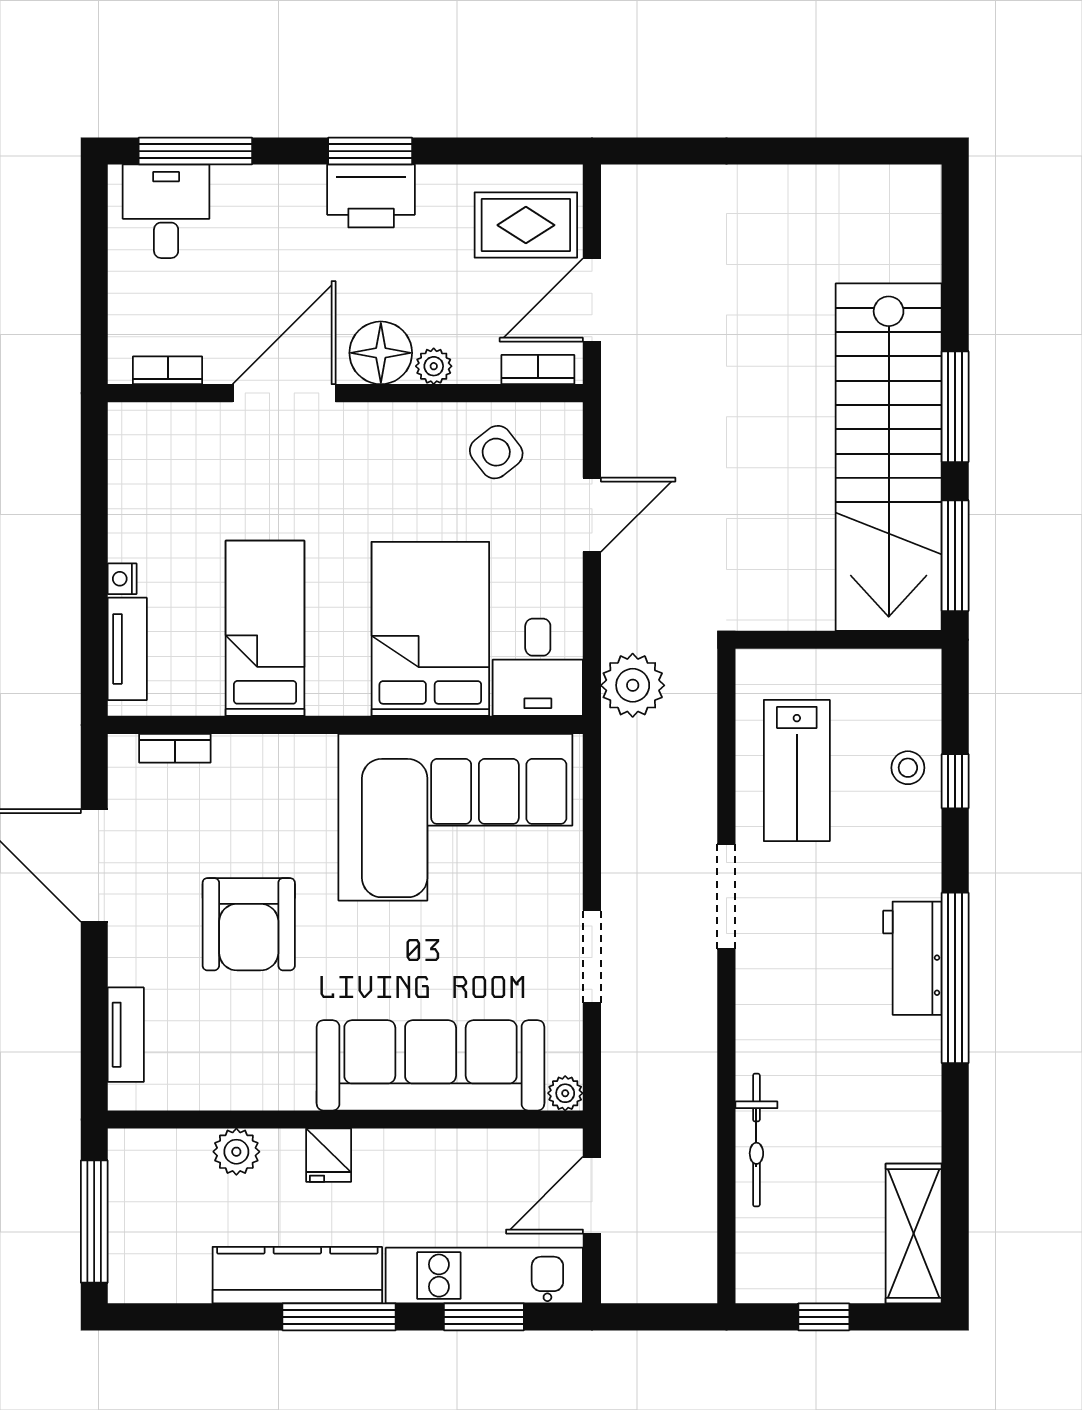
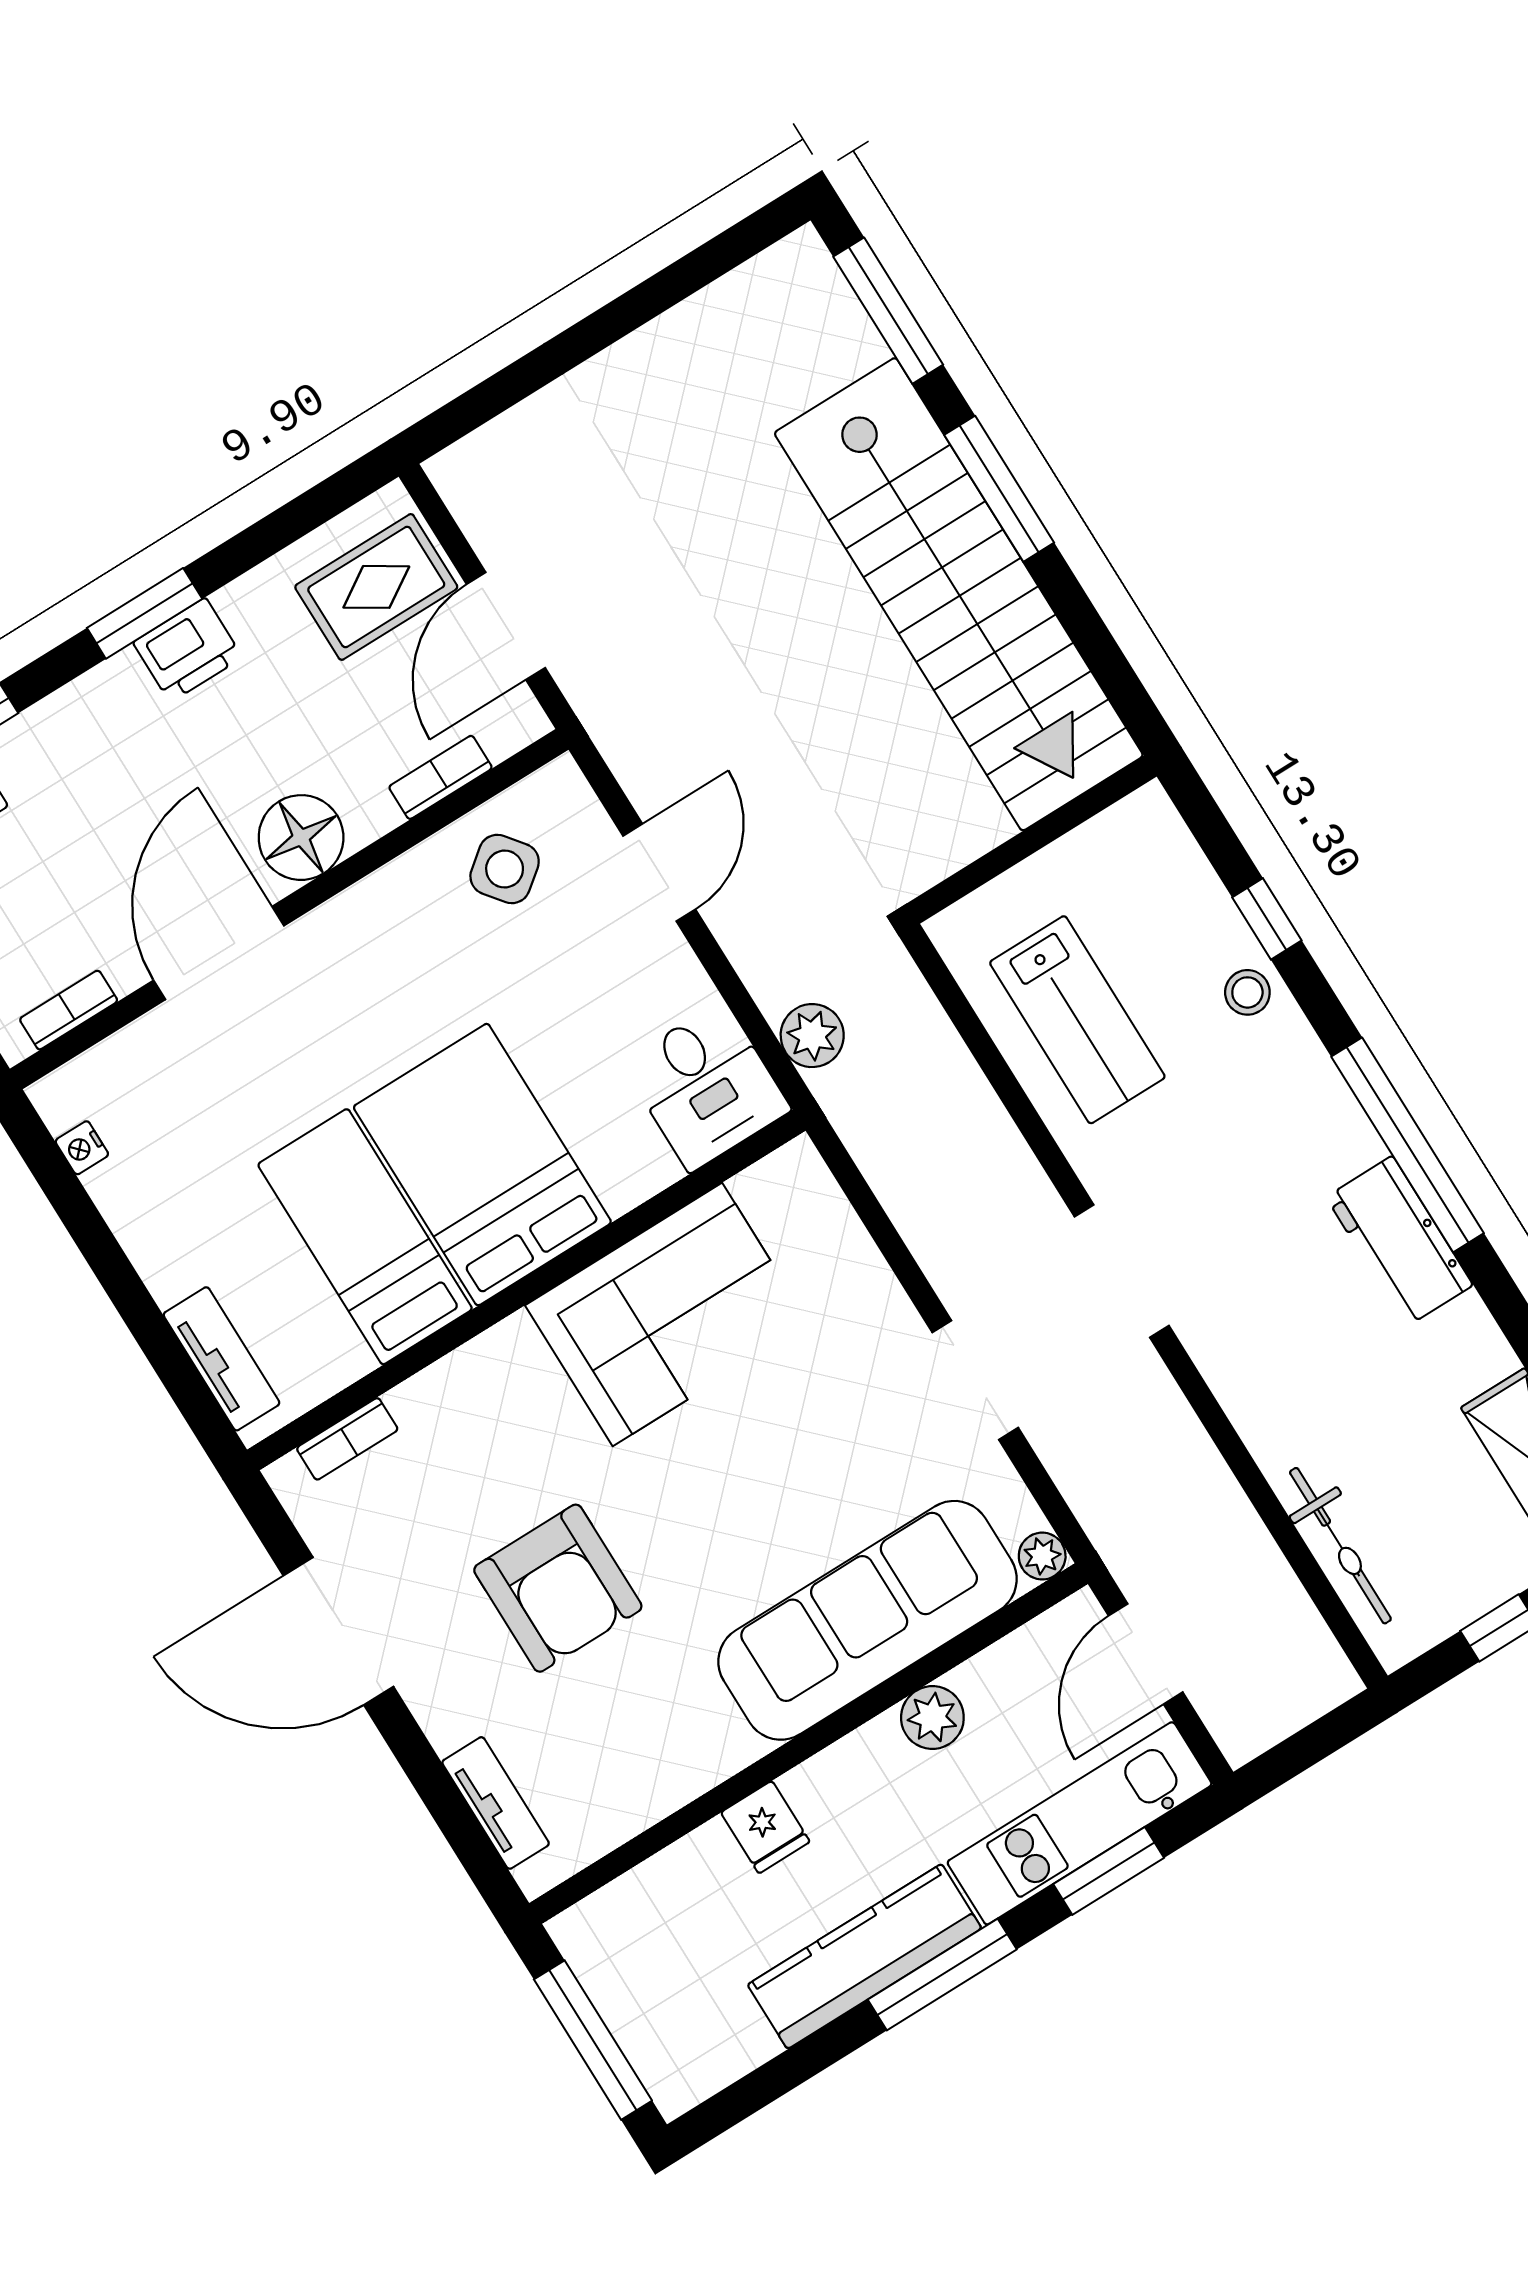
printer: (371, 196) -> (188, 650), width x0.73, depth x0.84
plant: (434, 366) -> (371, 815), removed
bookcase: (538, 370) -> (441, 777), moved
window: (955, 556) -> (888, 311), moved
nightstand: (122, 579) -> (82, 1148), moved
bed: (430, 629) -> (482, 1165), moved
plant: (633, 685) -> (812, 1036), width x0.73, depth x0.73
stool: (908, 768) -> (1247, 992), moved
corner sofa: (455, 817) -> (667, 1314), width x0.73, depth x0.74
doorway: (726, 896) -> (1122, 1271), moved
workbench: (912, 958) -> (1399, 1241), moved
bicycle: (756, 1140) -> (1340, 1546), moved
plant: (236, 1152) -> (932, 1718), moved
fridge: (329, 1155) -> (765, 1827), moved

